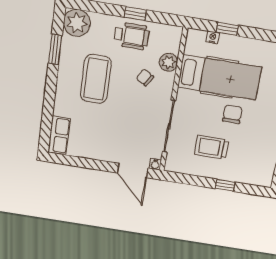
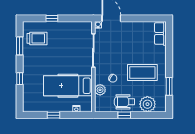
plant: (77, 23) -> (147, 104), moved
window: (227, 29) -> (54, 115), moved
coffee table: (96, 79) -> (142, 72), turned 90
chair: (232, 114) -> (56, 65), removed
trolley: (212, 147) -> (37, 38), moved

